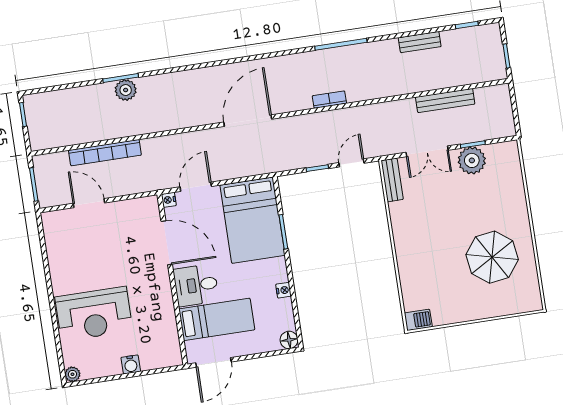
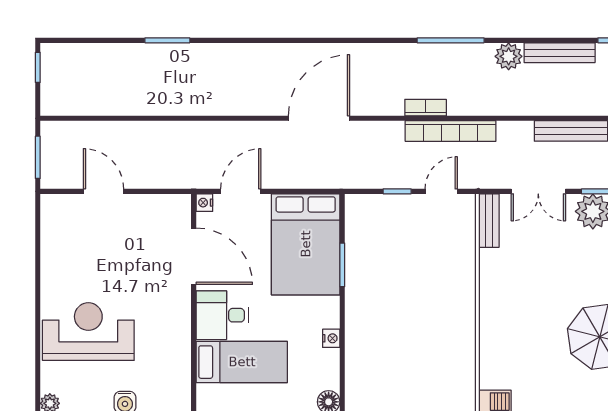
bench: (420, 42) -> (560, 53), width x1.36
plant: (126, 90) -> (509, 56), moved
bookcase: (105, 153) -> (451, 131), moved
reception desk: (94, 314) -> (88, 332), turned 180

